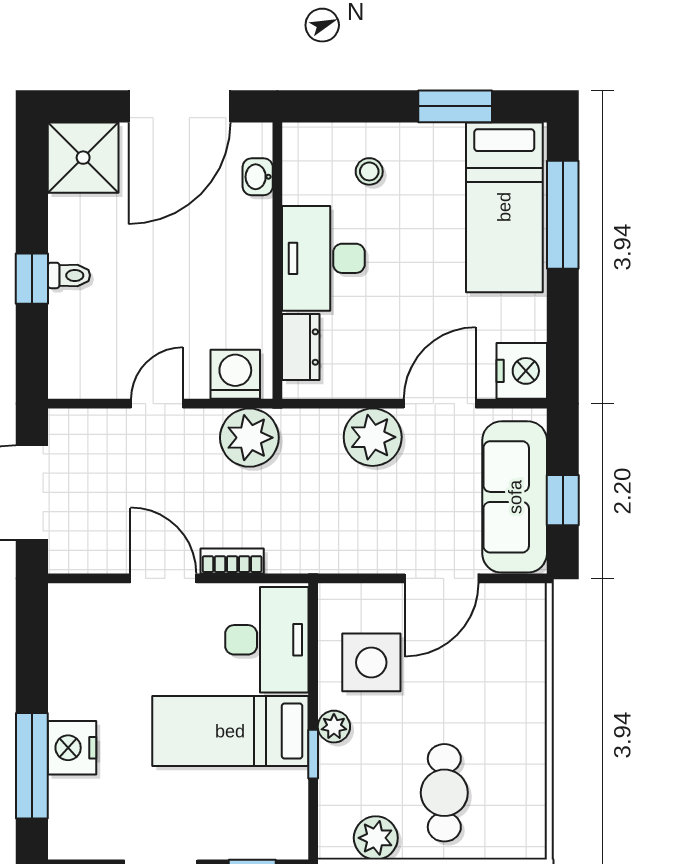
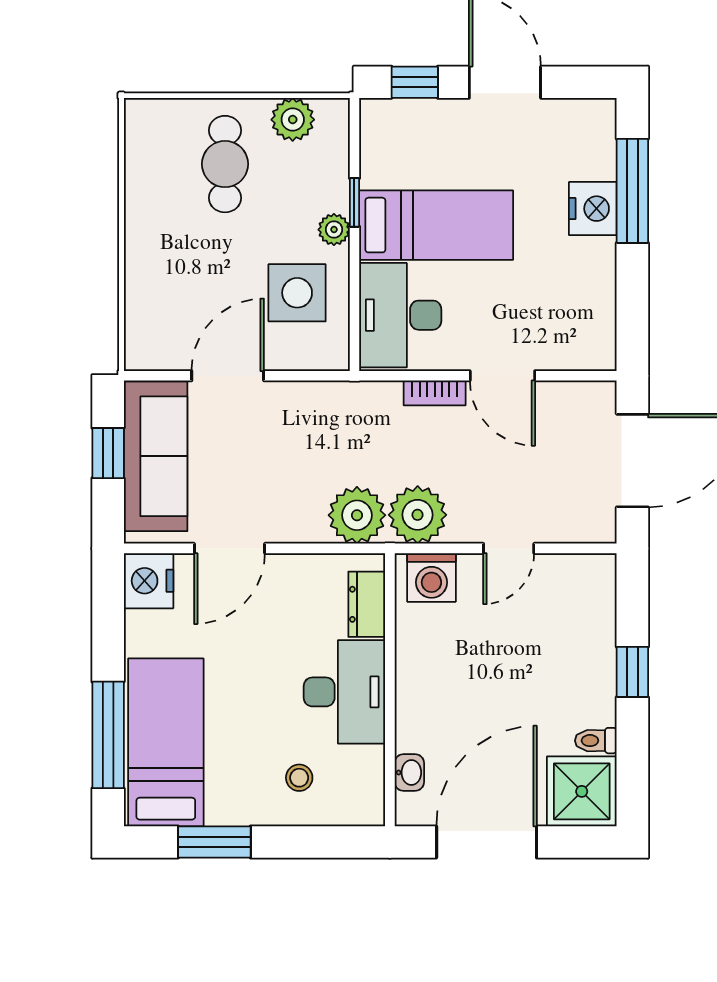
toilet: (69, 275) -> (596, 741), moved
plant: (373, 437) -> (357, 515), moved

